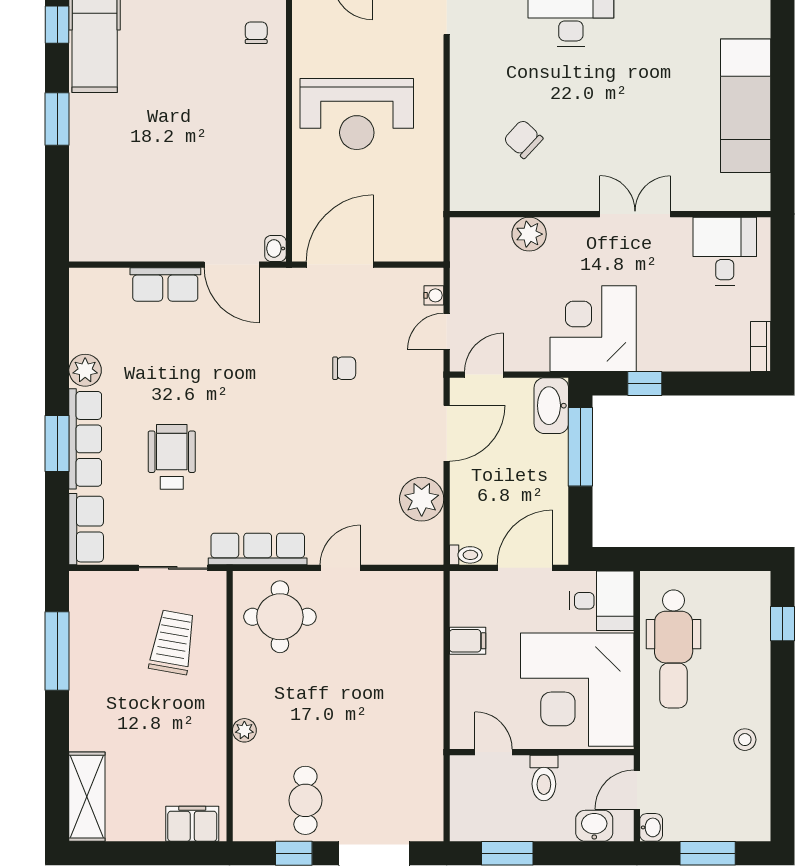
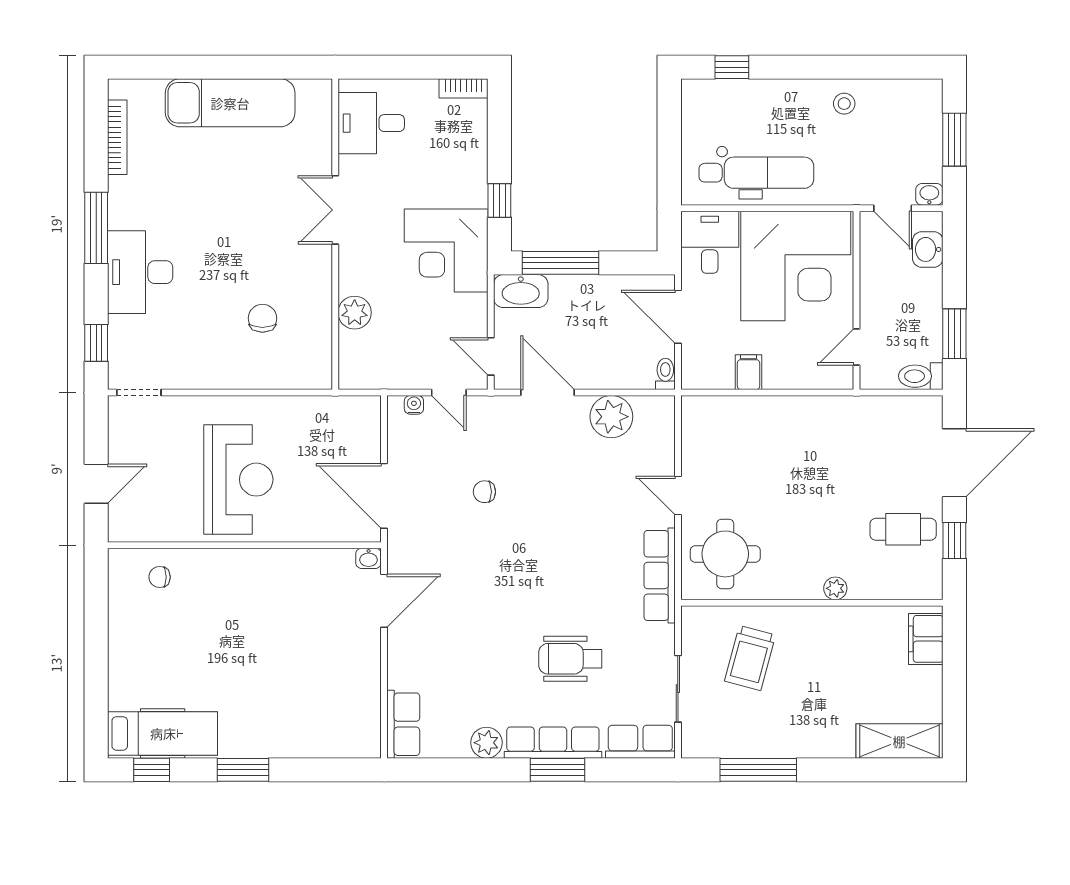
chair: (523, 139) -> (262, 318), turned 137
row of seats: (165, 284) -> (403, 724), moved
chair: (344, 368) -> (484, 492), turned -90
sliding door: (173, 568) -> (678, 689), moved
trolley: (173, 642) -> (750, 658), turned -85
toilet: (544, 778) -> (921, 376), moved, turned 180

